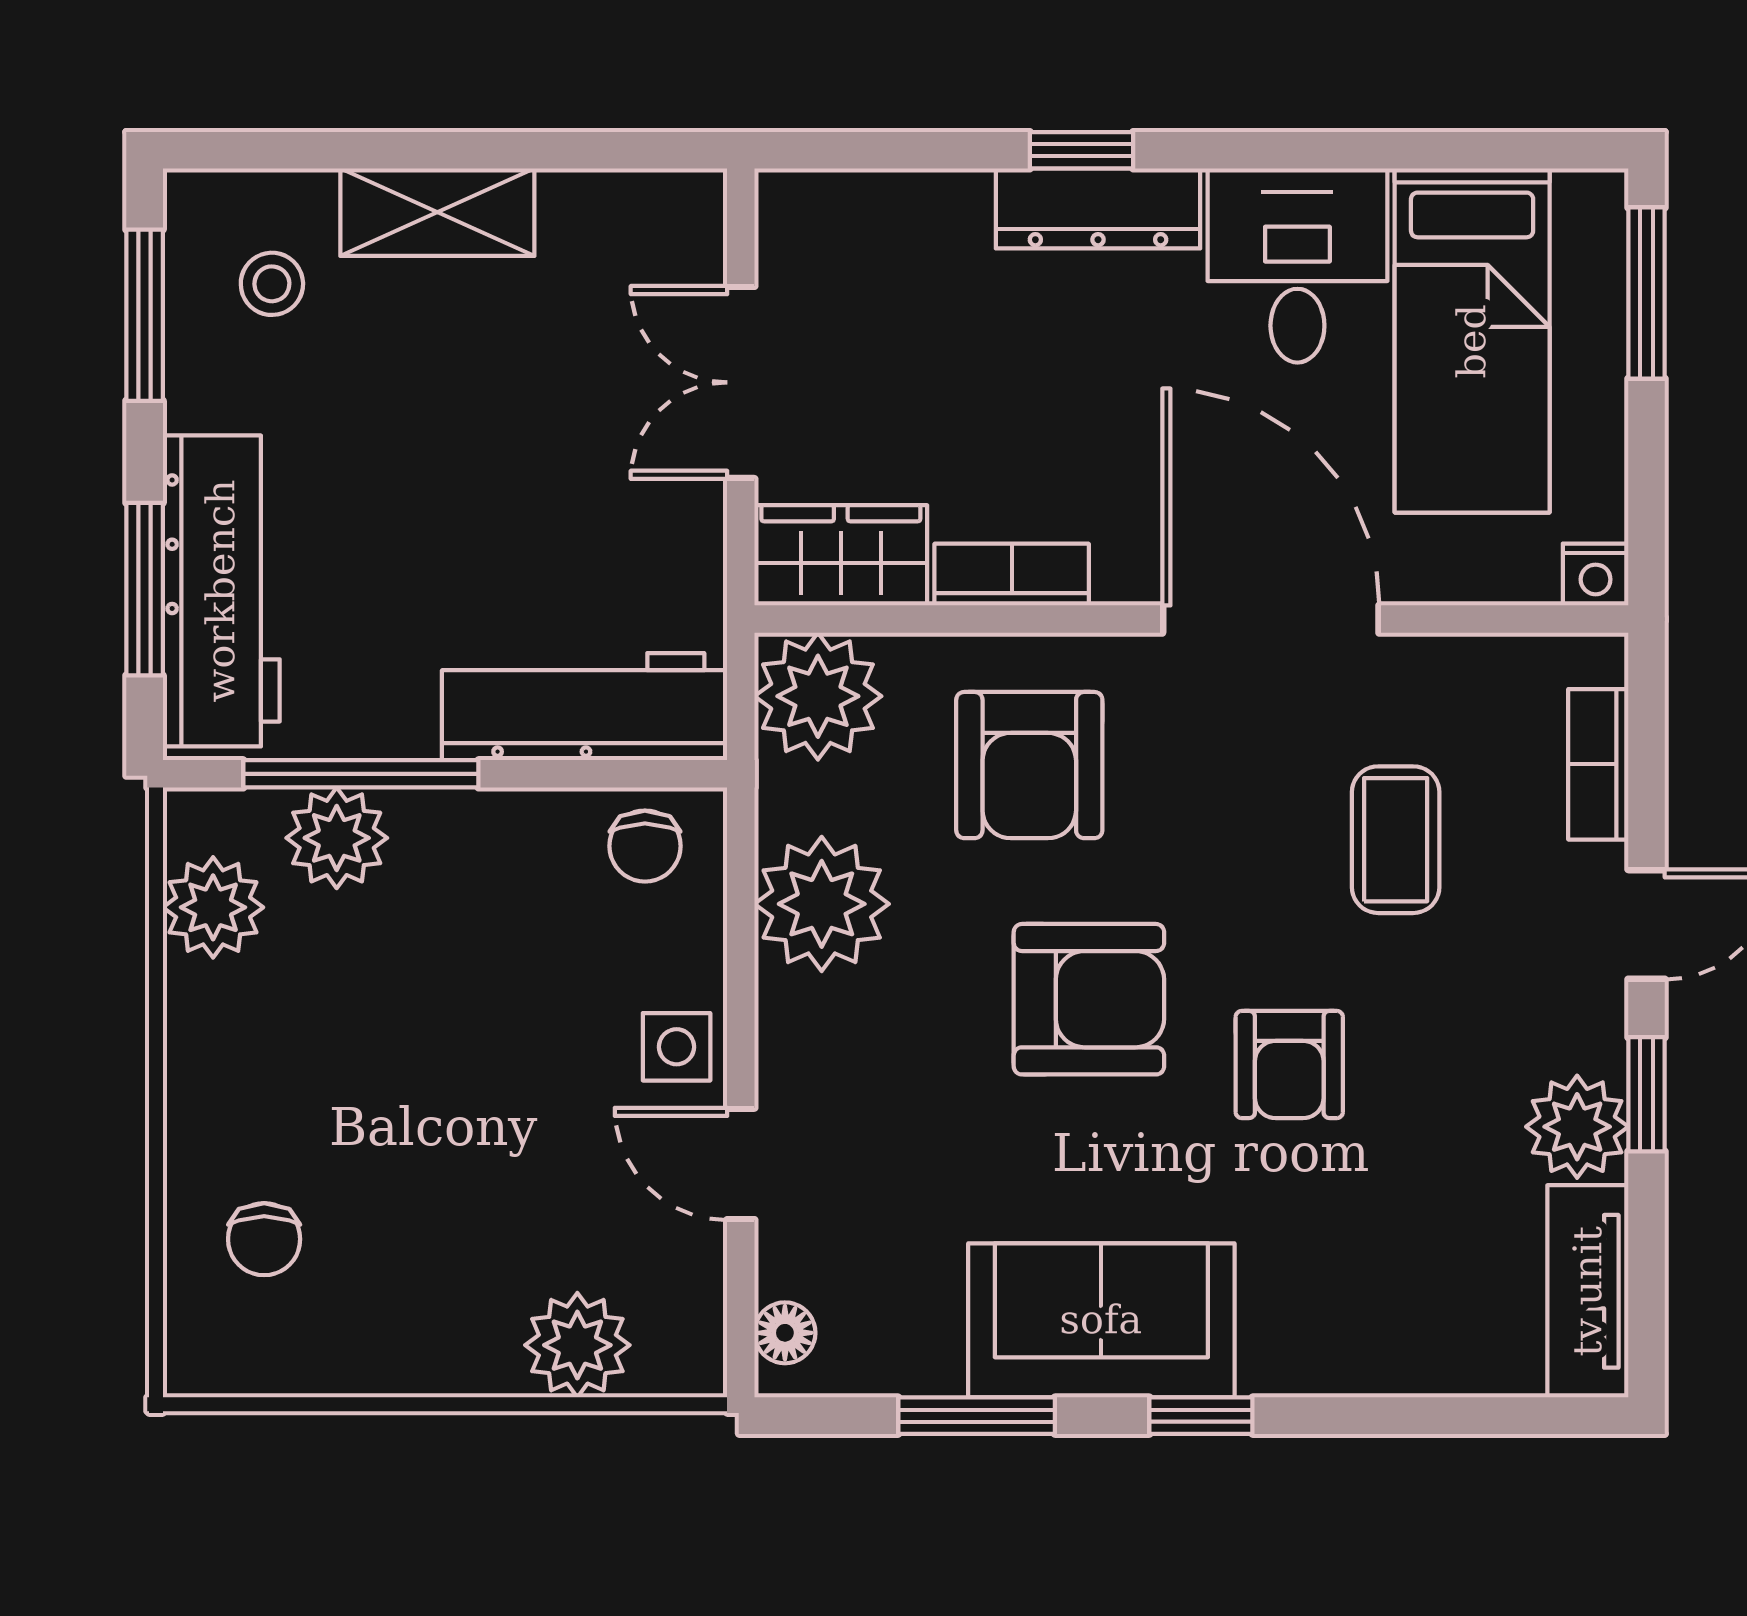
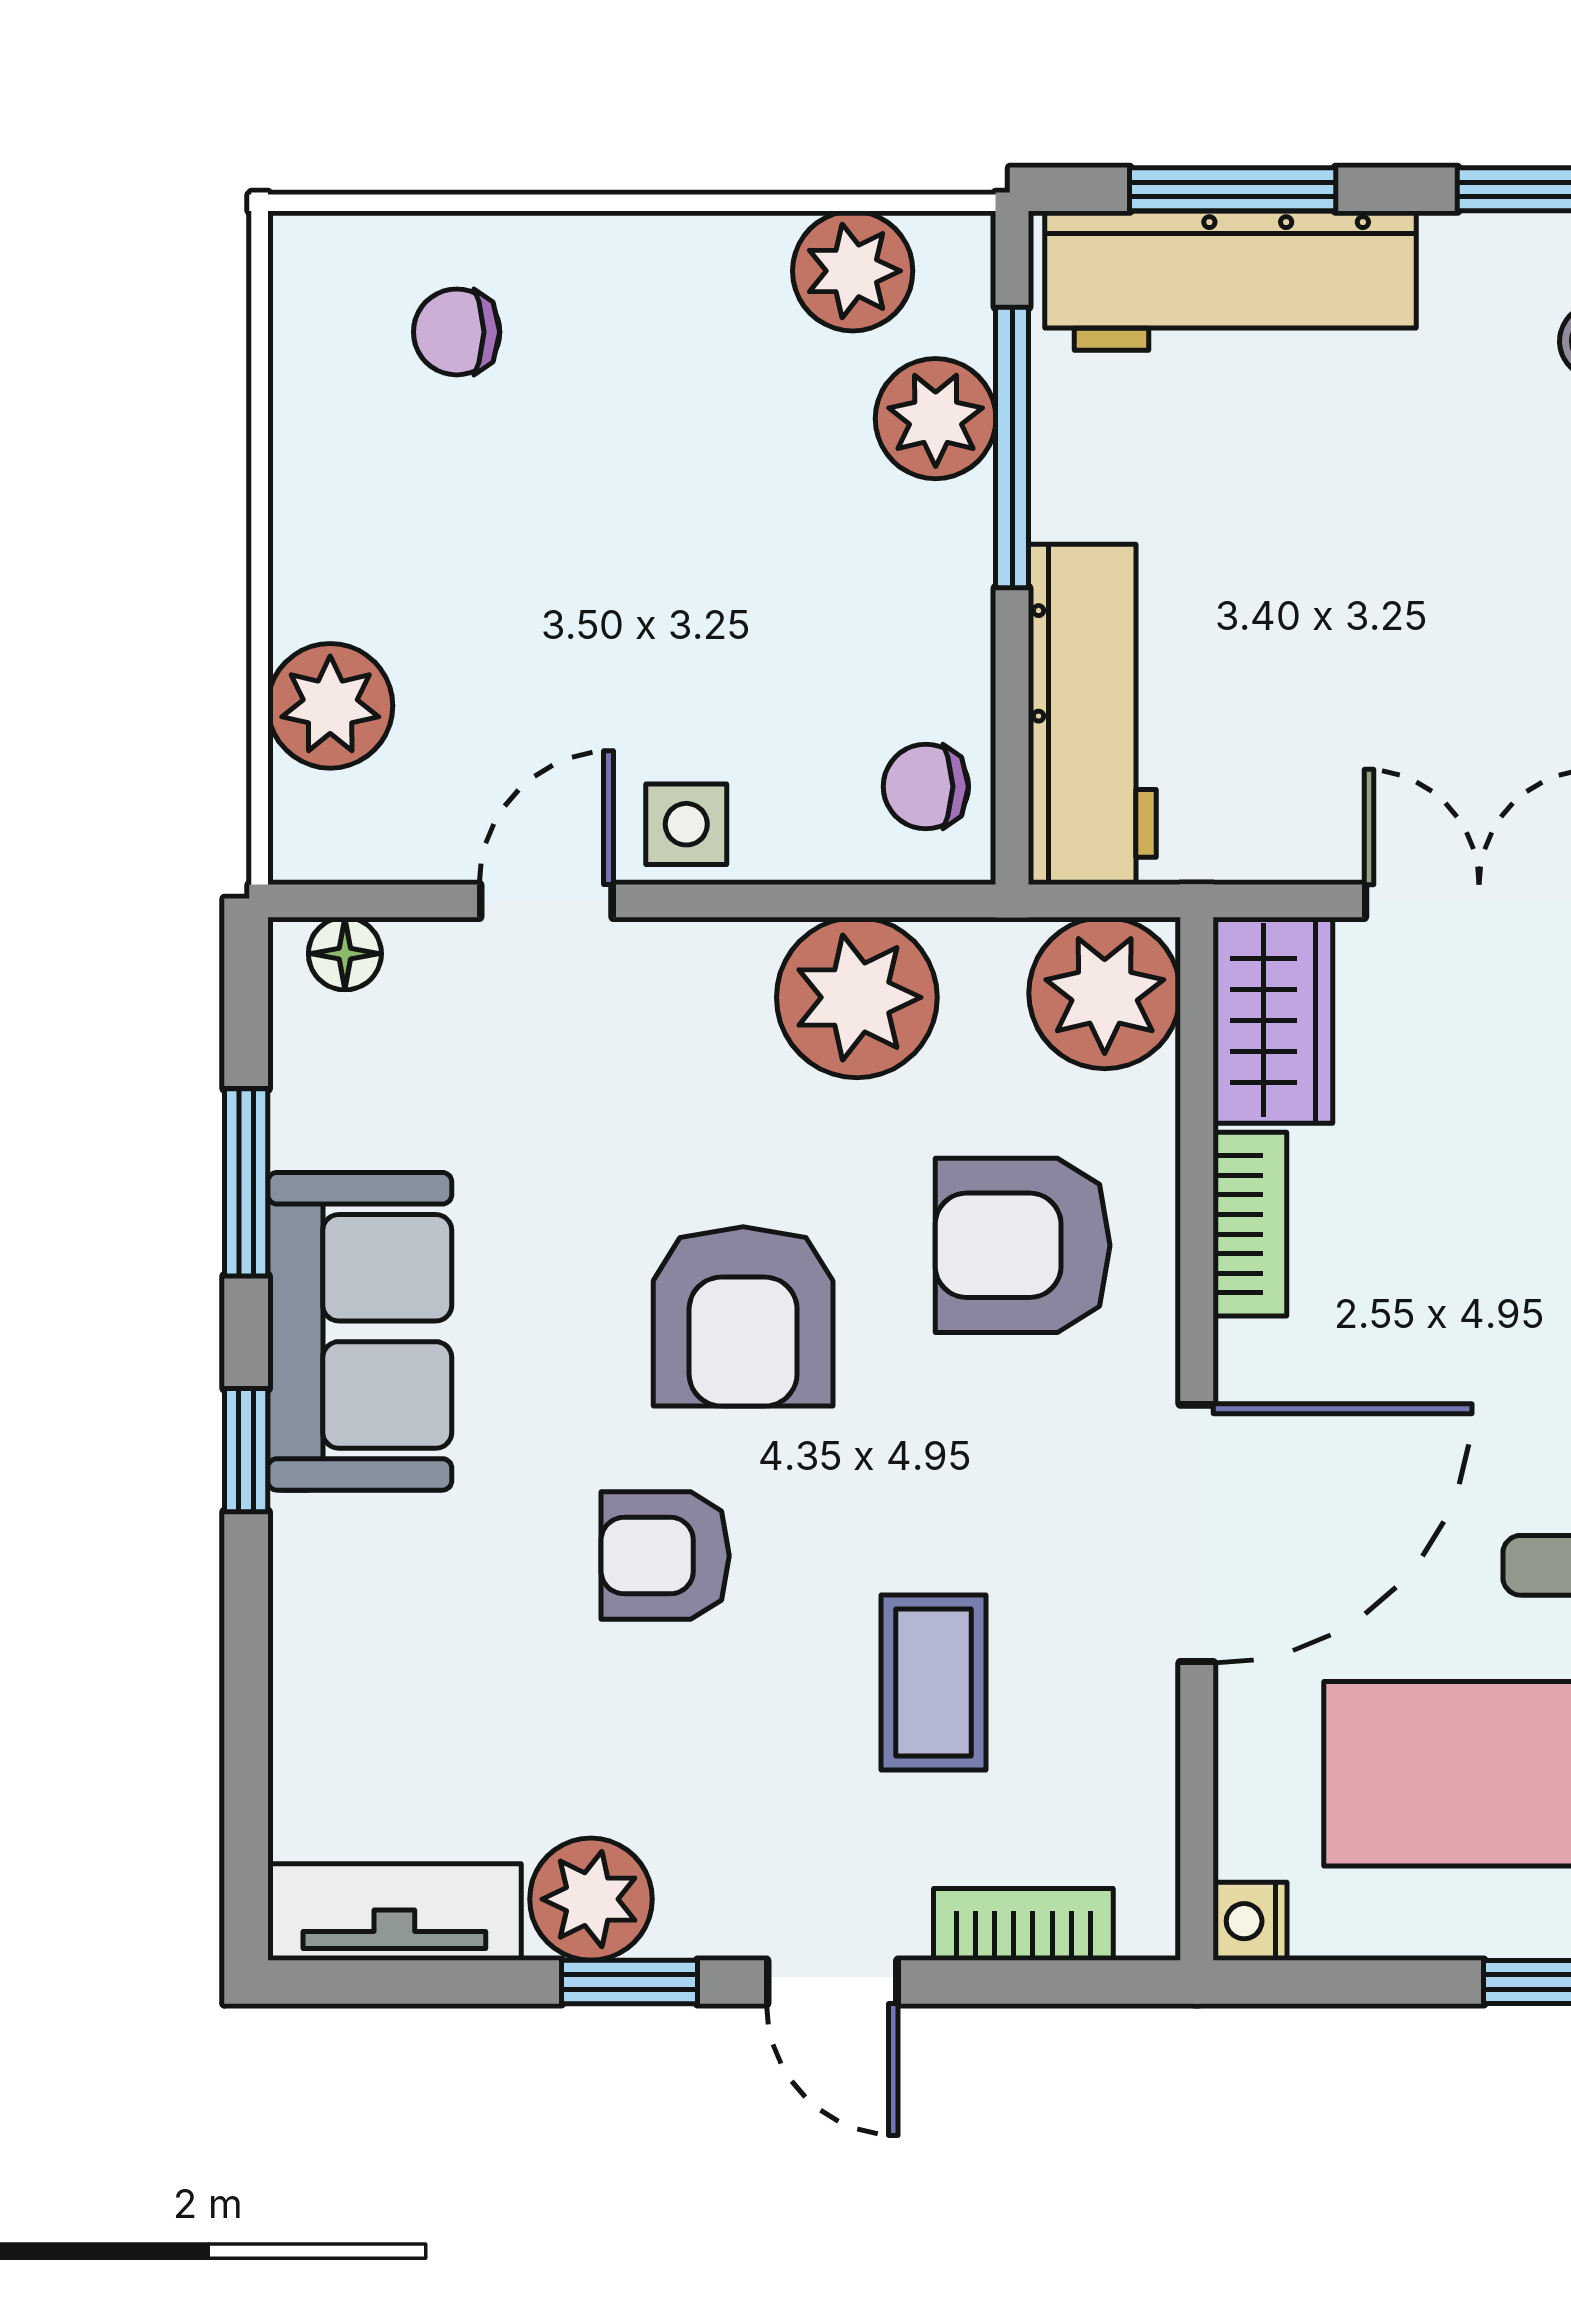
coffee table: (1396, 840) -> (933, 1683), turned 90

